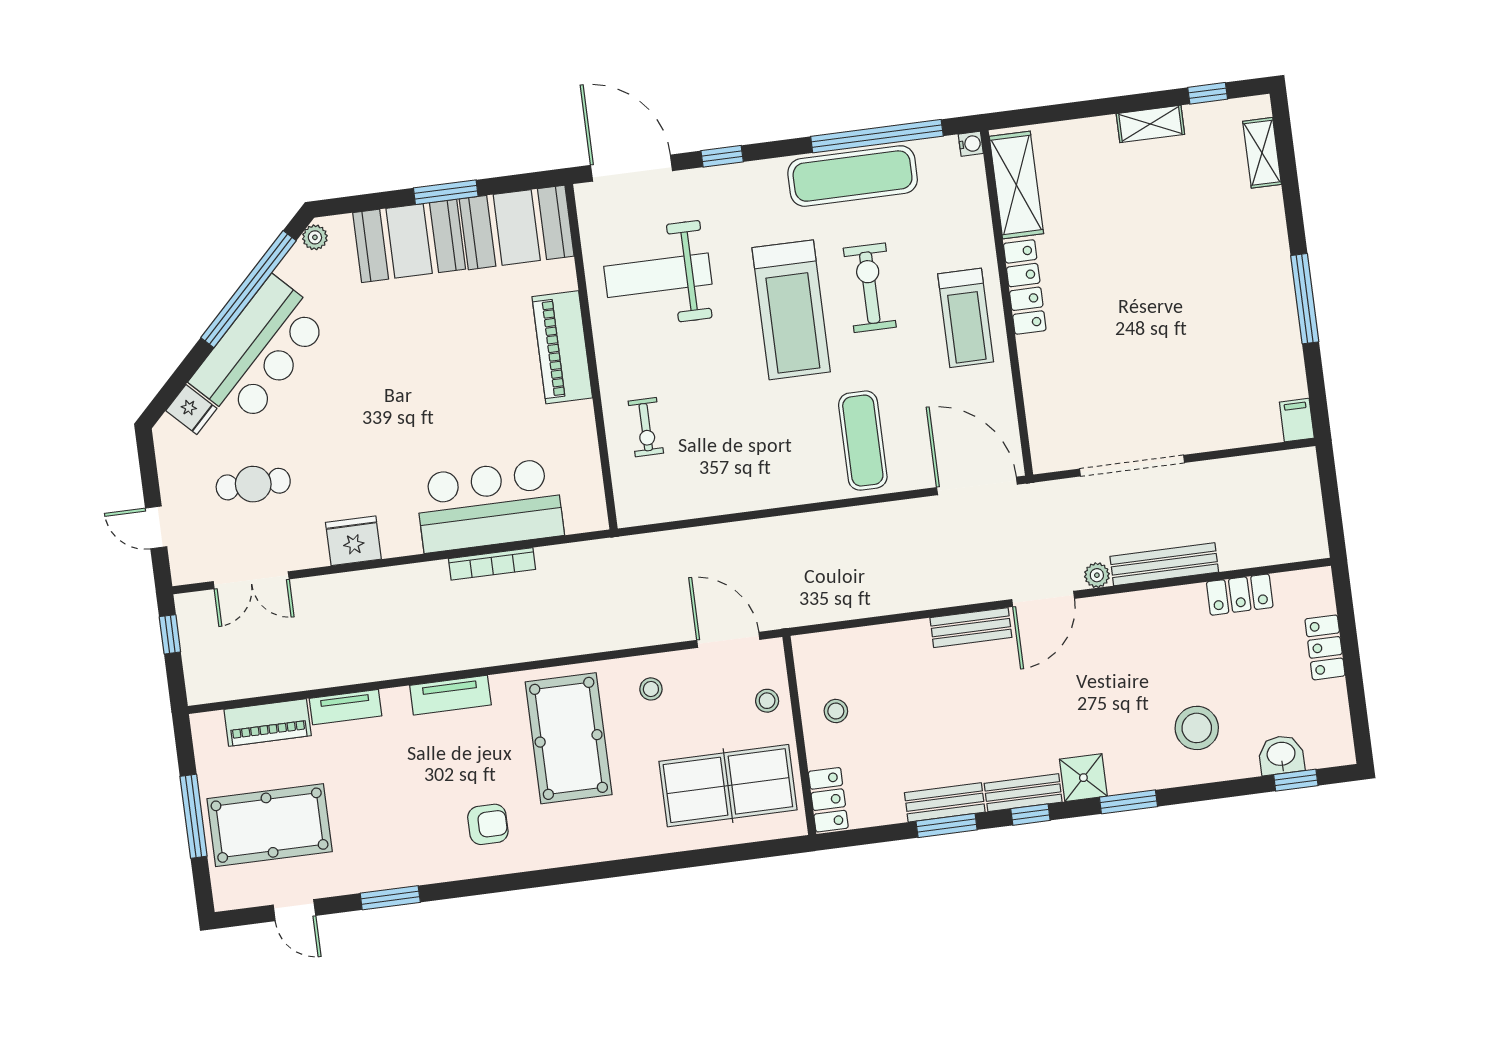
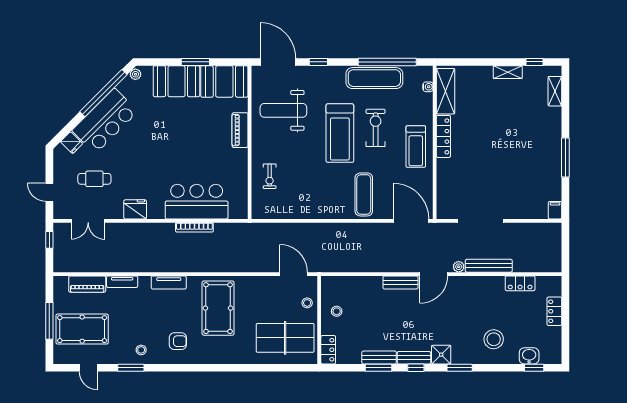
water cooler: (971, 144) -> (428, 87), moved
piano: (562, 347) -> (240, 130), width x0.73, depth x0.75
stool: (651, 689) -> (141, 350), moved

